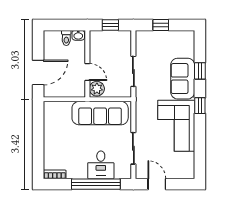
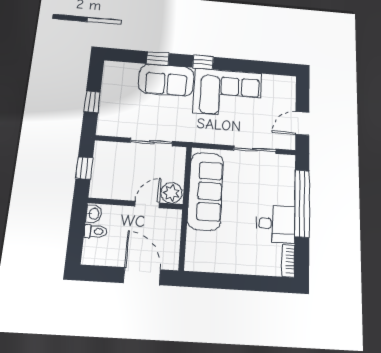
desk: (101, 165) -> (276, 224), moved

